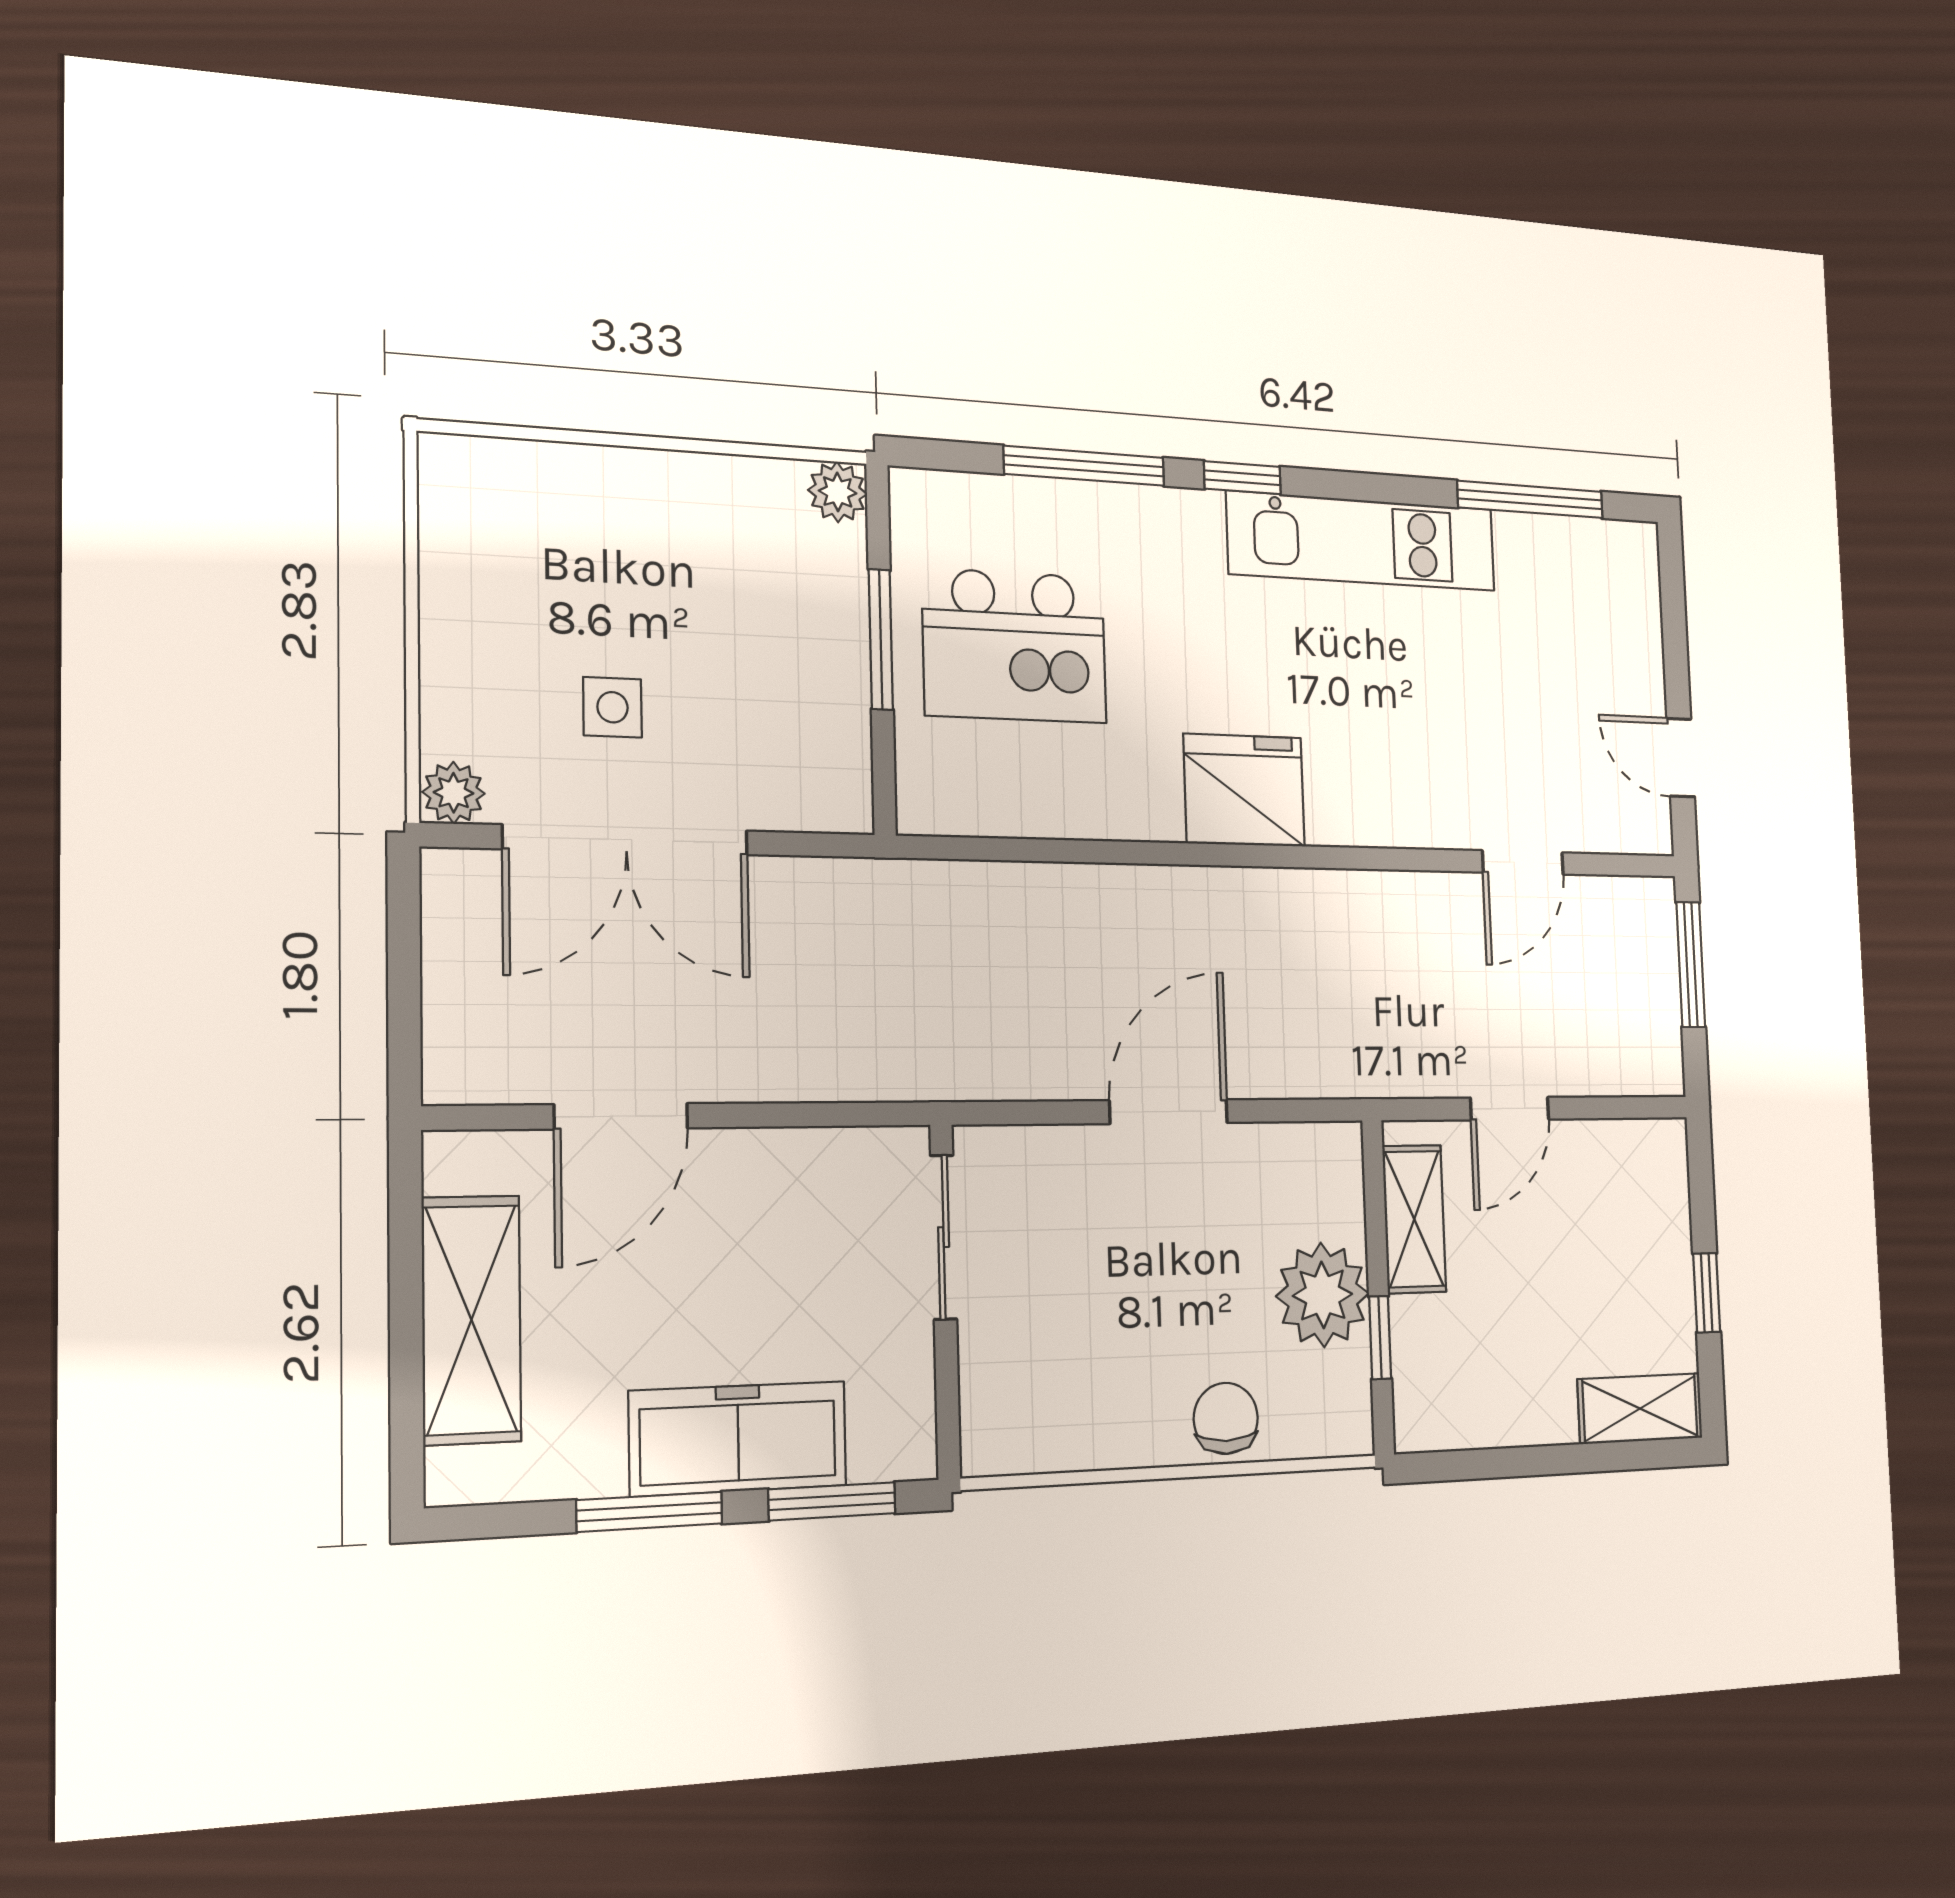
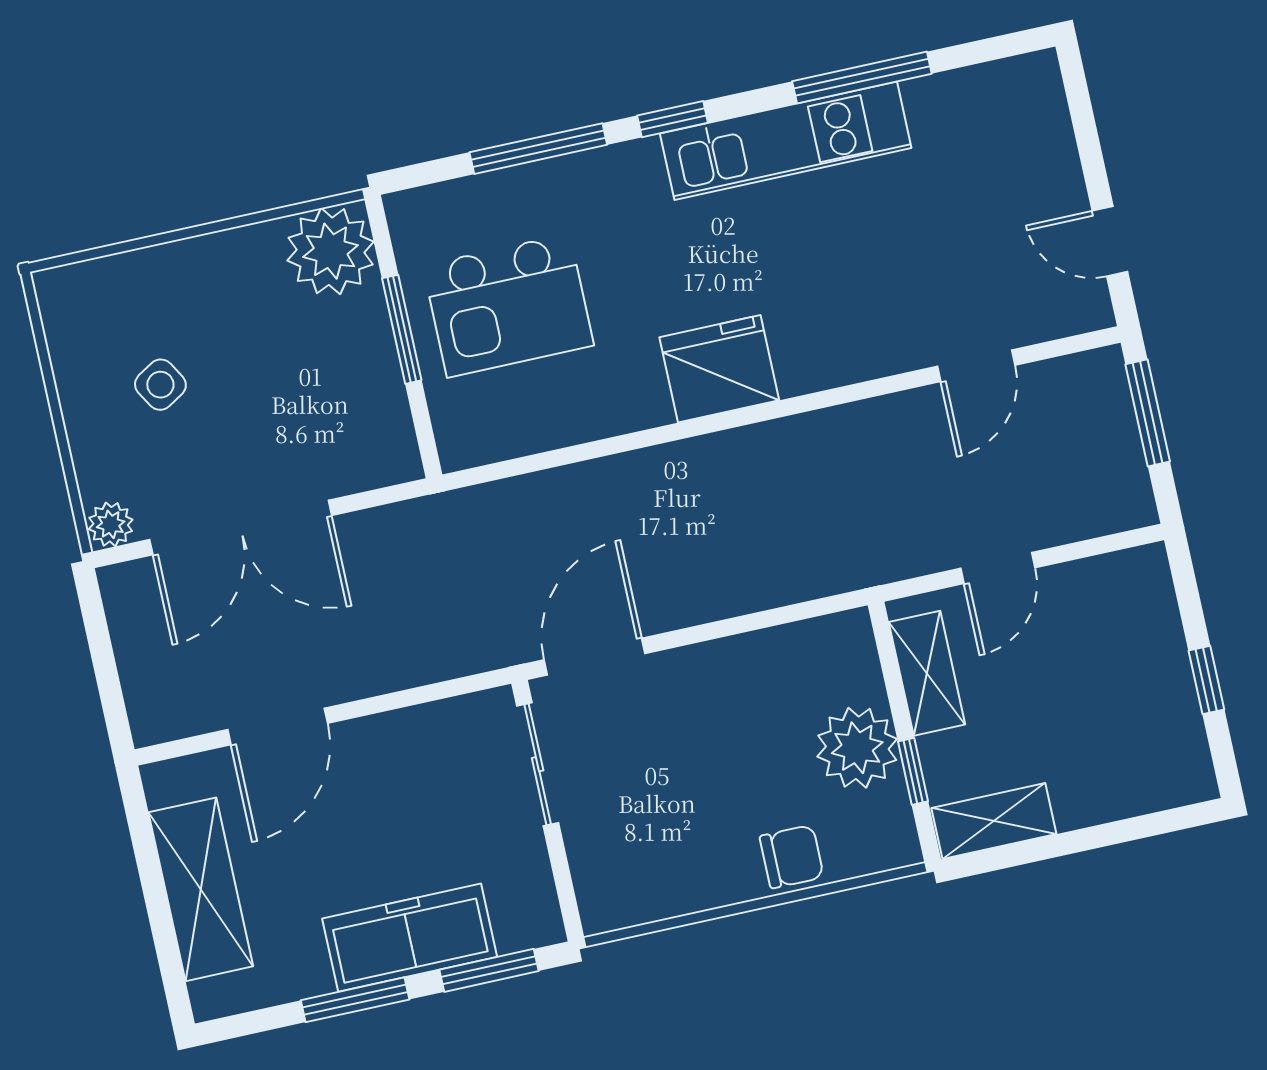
plant: (838, 492) -> (331, 251), width x1.87, depth x1.87
window: (1530, 499) -> (862, 77), moved
side table: (612, 707) -> (160, 385), moved, turned -31
door: (1169, 1112) -> (595, 657), moved
shelving: (1640, 1409) -> (994, 821), moved
chair: (1226, 1418) -> (792, 857), turned 90

